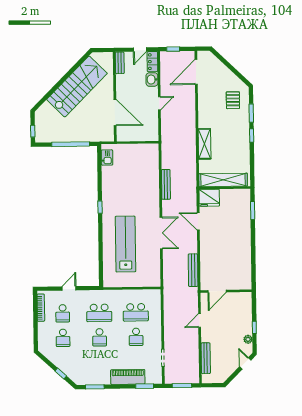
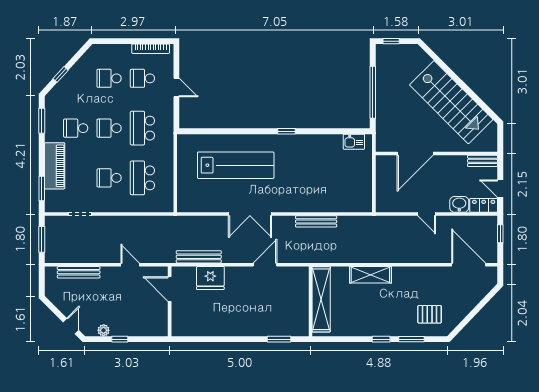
fridge: (209, 198) -> (210, 278), moved, turned -90
school desk: (100, 362) -> (76, 128), added
door: (245, 363) -> (71, 326), hinge flipped

